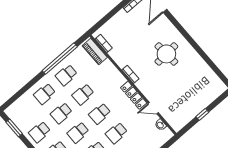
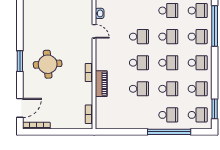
window: (189, 38) -> (20, 61), added
piano: (95, 51) -> (101, 84), moved
window: (60, 59) -> (169, 132), moved
school desk: (66, 75) -> (198, 115), moved
locker: (134, 95) -> (101, 54), removed

